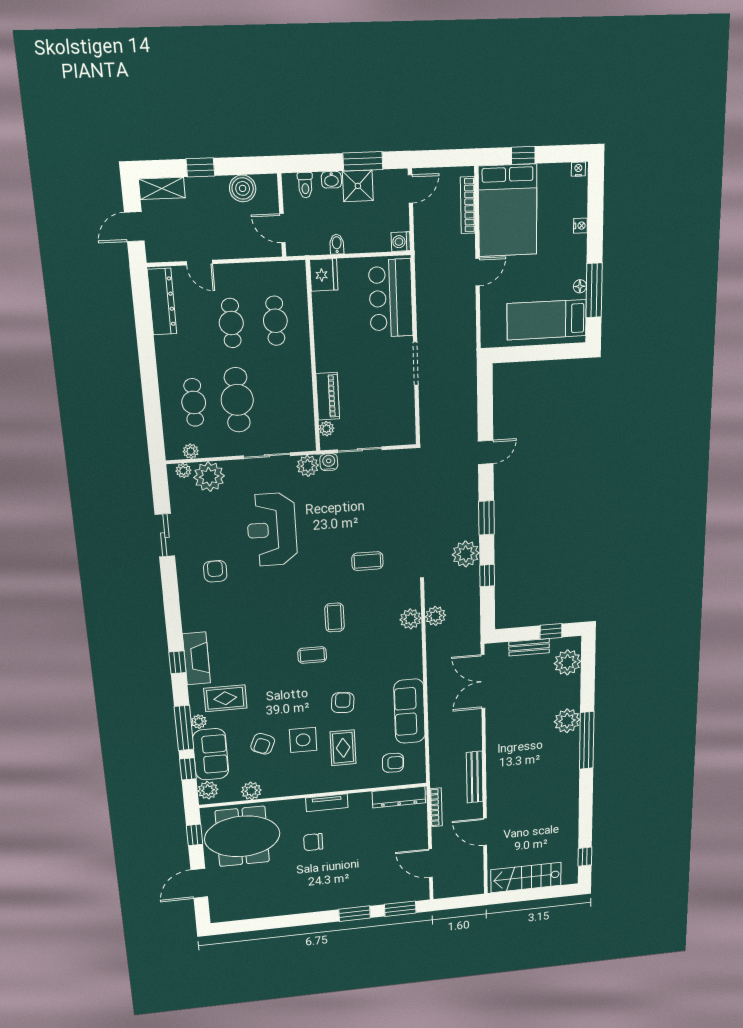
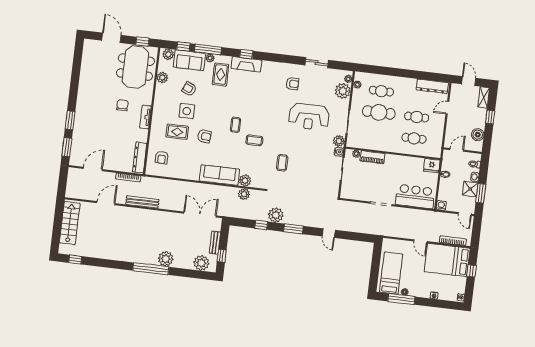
reception desk: (272, 530) -> (309, 117), turned 180
sofa: (410, 711) -> (220, 175), moved

